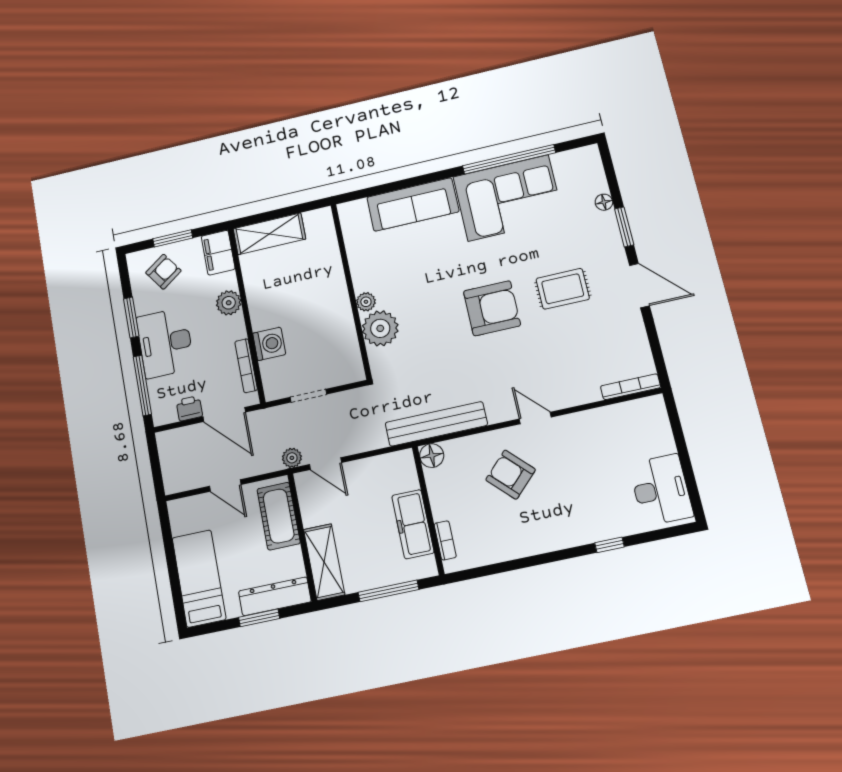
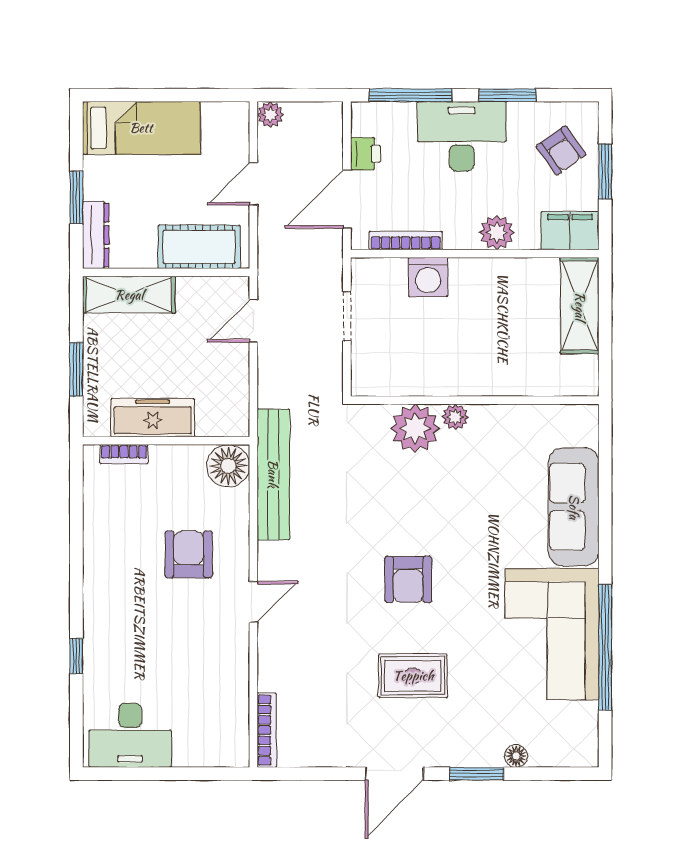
rug: (563, 289) -> (413, 676), turned 90
armchair: (492, 308) -> (408, 579), width x0.73, depth x0.73
floor lamp: (432, 456) -> (228, 466), width x1.38, depth x1.38
plant: (292, 458) -> (270, 115), moved
armchair: (511, 475) -> (189, 554), turned -45
window: (388, 591) -> (76, 369), width x0.69
dresser: (275, 596) -> (96, 235), width x0.73, depth x0.80

